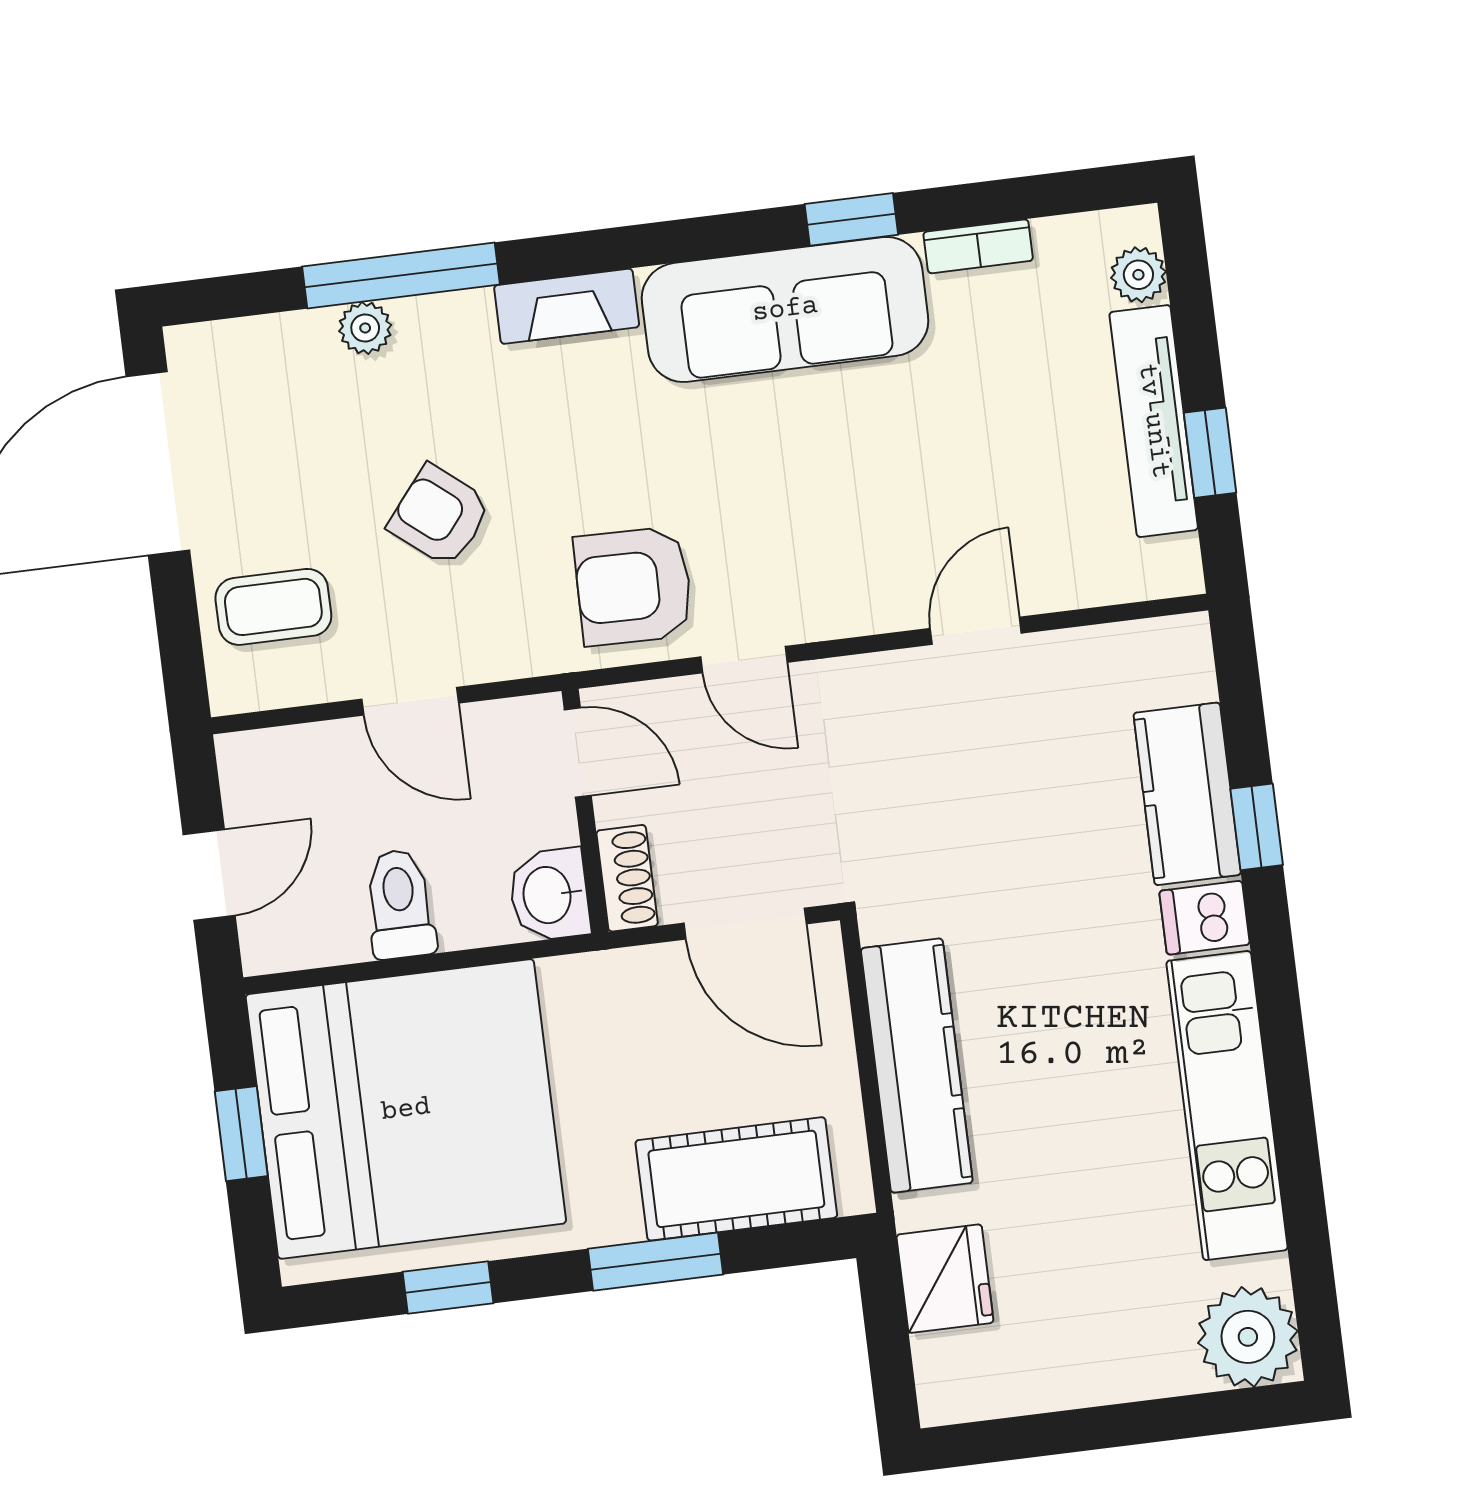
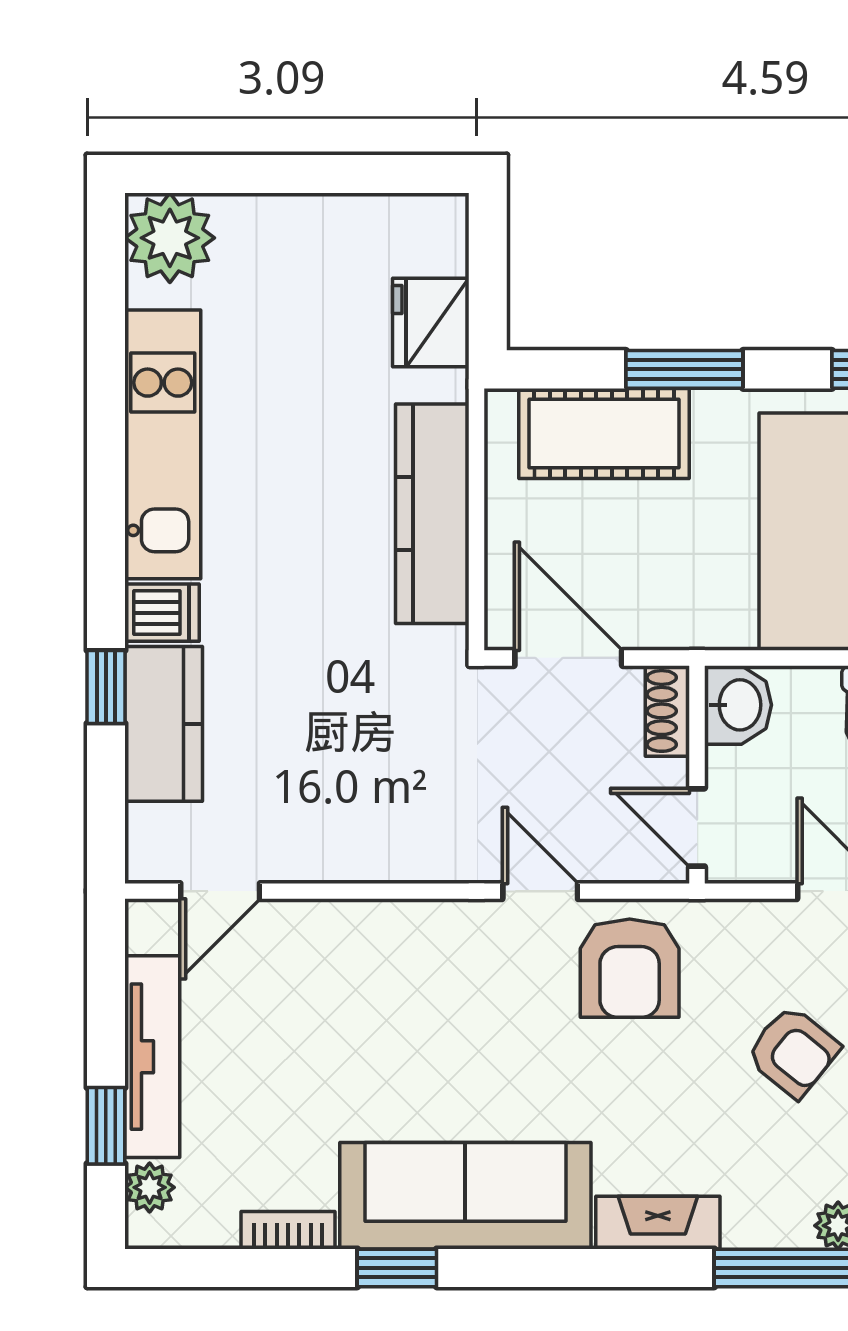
window: (1210, 453) -> (106, 1126), moved
armchair: (634, 586) -> (630, 968), turned 89
door: (976, 631) -> (220, 891), moved

